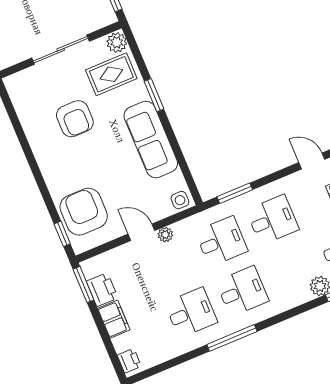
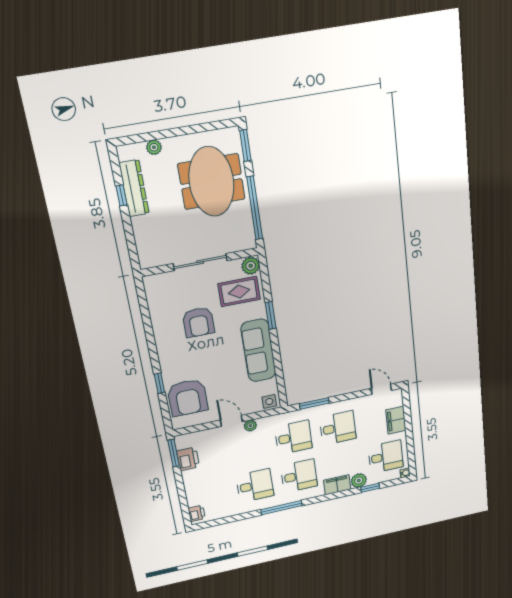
armchair: (84, 212) -> (188, 398), turned 180
window: (62, 234) -> (159, 383), moved
filing cabinet: (114, 319) -> (337, 485), moved, turned -90

